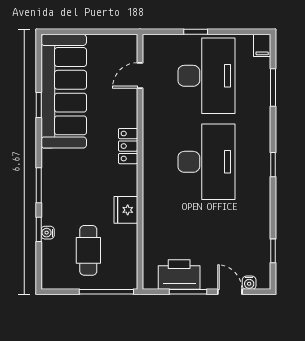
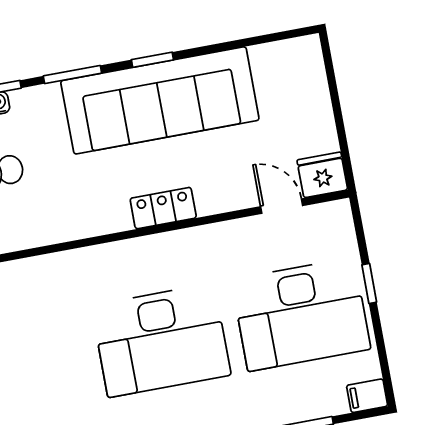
sofa: (64, 91) -> (160, 100), moved
window: (39, 105) -> (152, 60), moved
fridge: (126, 210) -> (322, 175), moved

